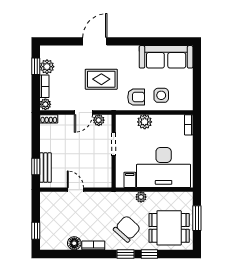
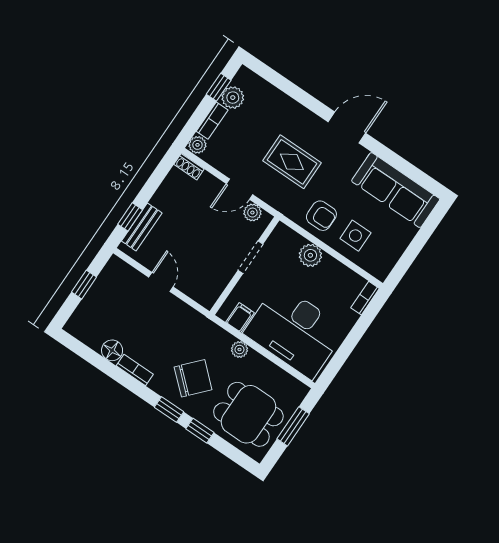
door: (95, 41) -> (347, 127), moved
window: (36, 231) -> (84, 285), moved

